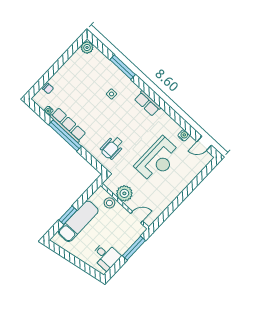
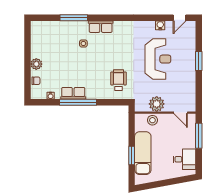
plant: (87, 47) -> (36, 64), moved
row of seats: (147, 103) -> (101, 27), moved
row of seats: (68, 125) -> (73, 93), width x0.68
wheelchair: (112, 148) -> (119, 80), turned 180
window: (188, 191) -> (199, 61), added
door: (137, 217) -> (181, 113), swing flipped

